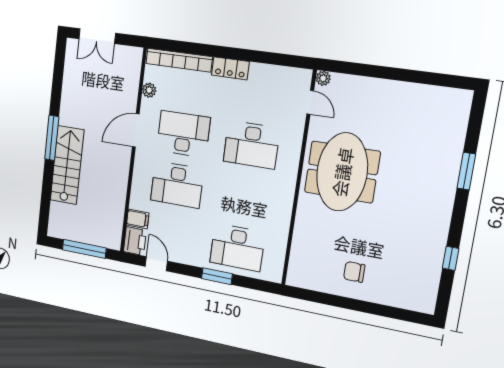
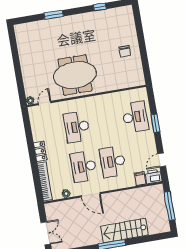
desk: (251, 145) -> (77, 127), turned 180
desk: (177, 185) -> (113, 162), turned 180

